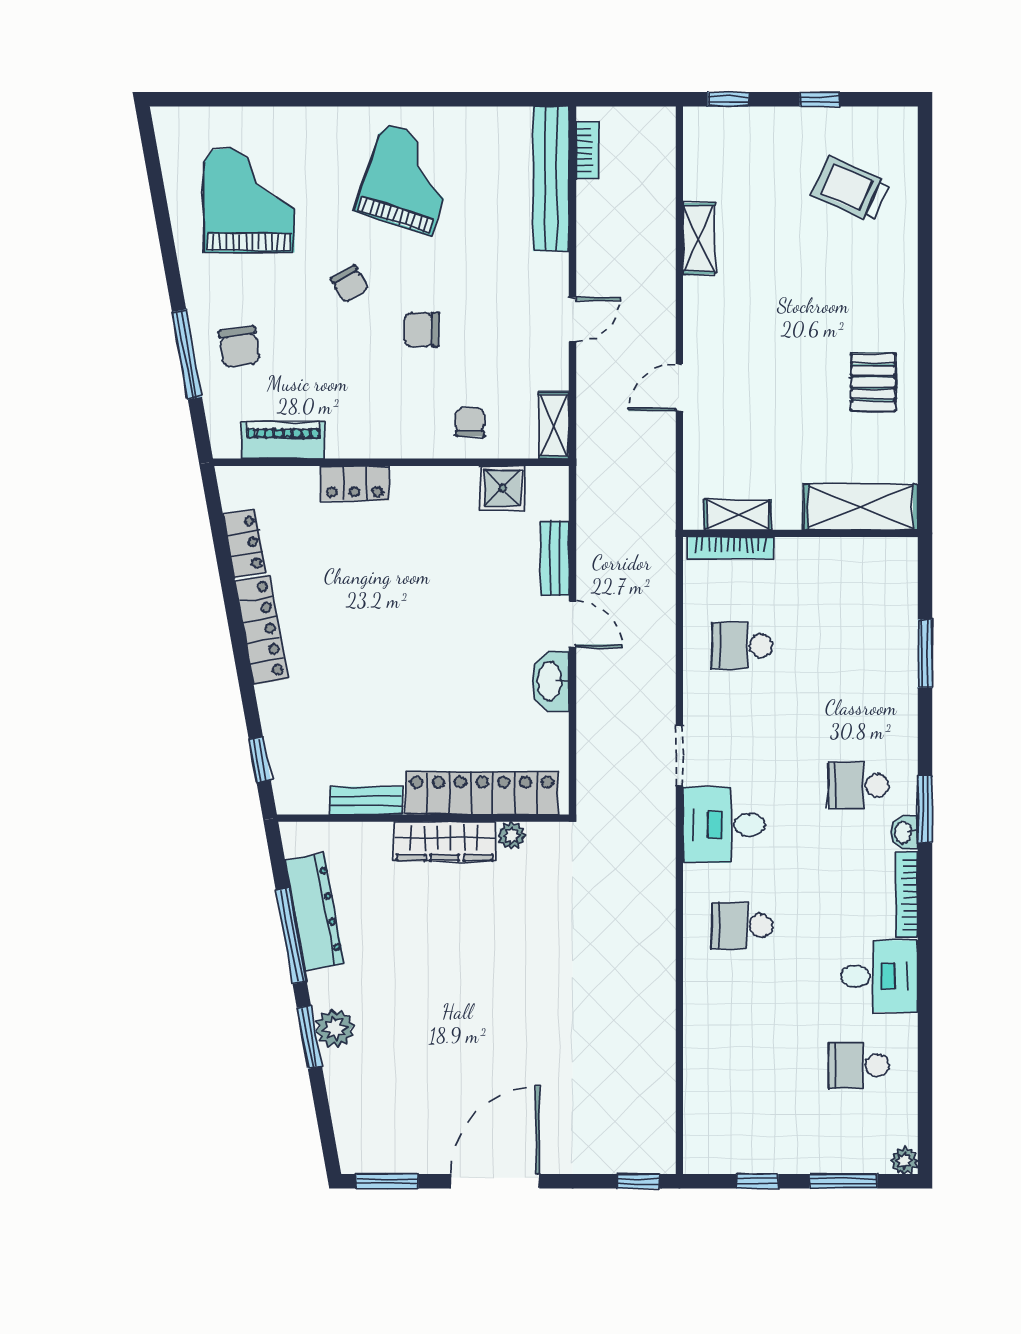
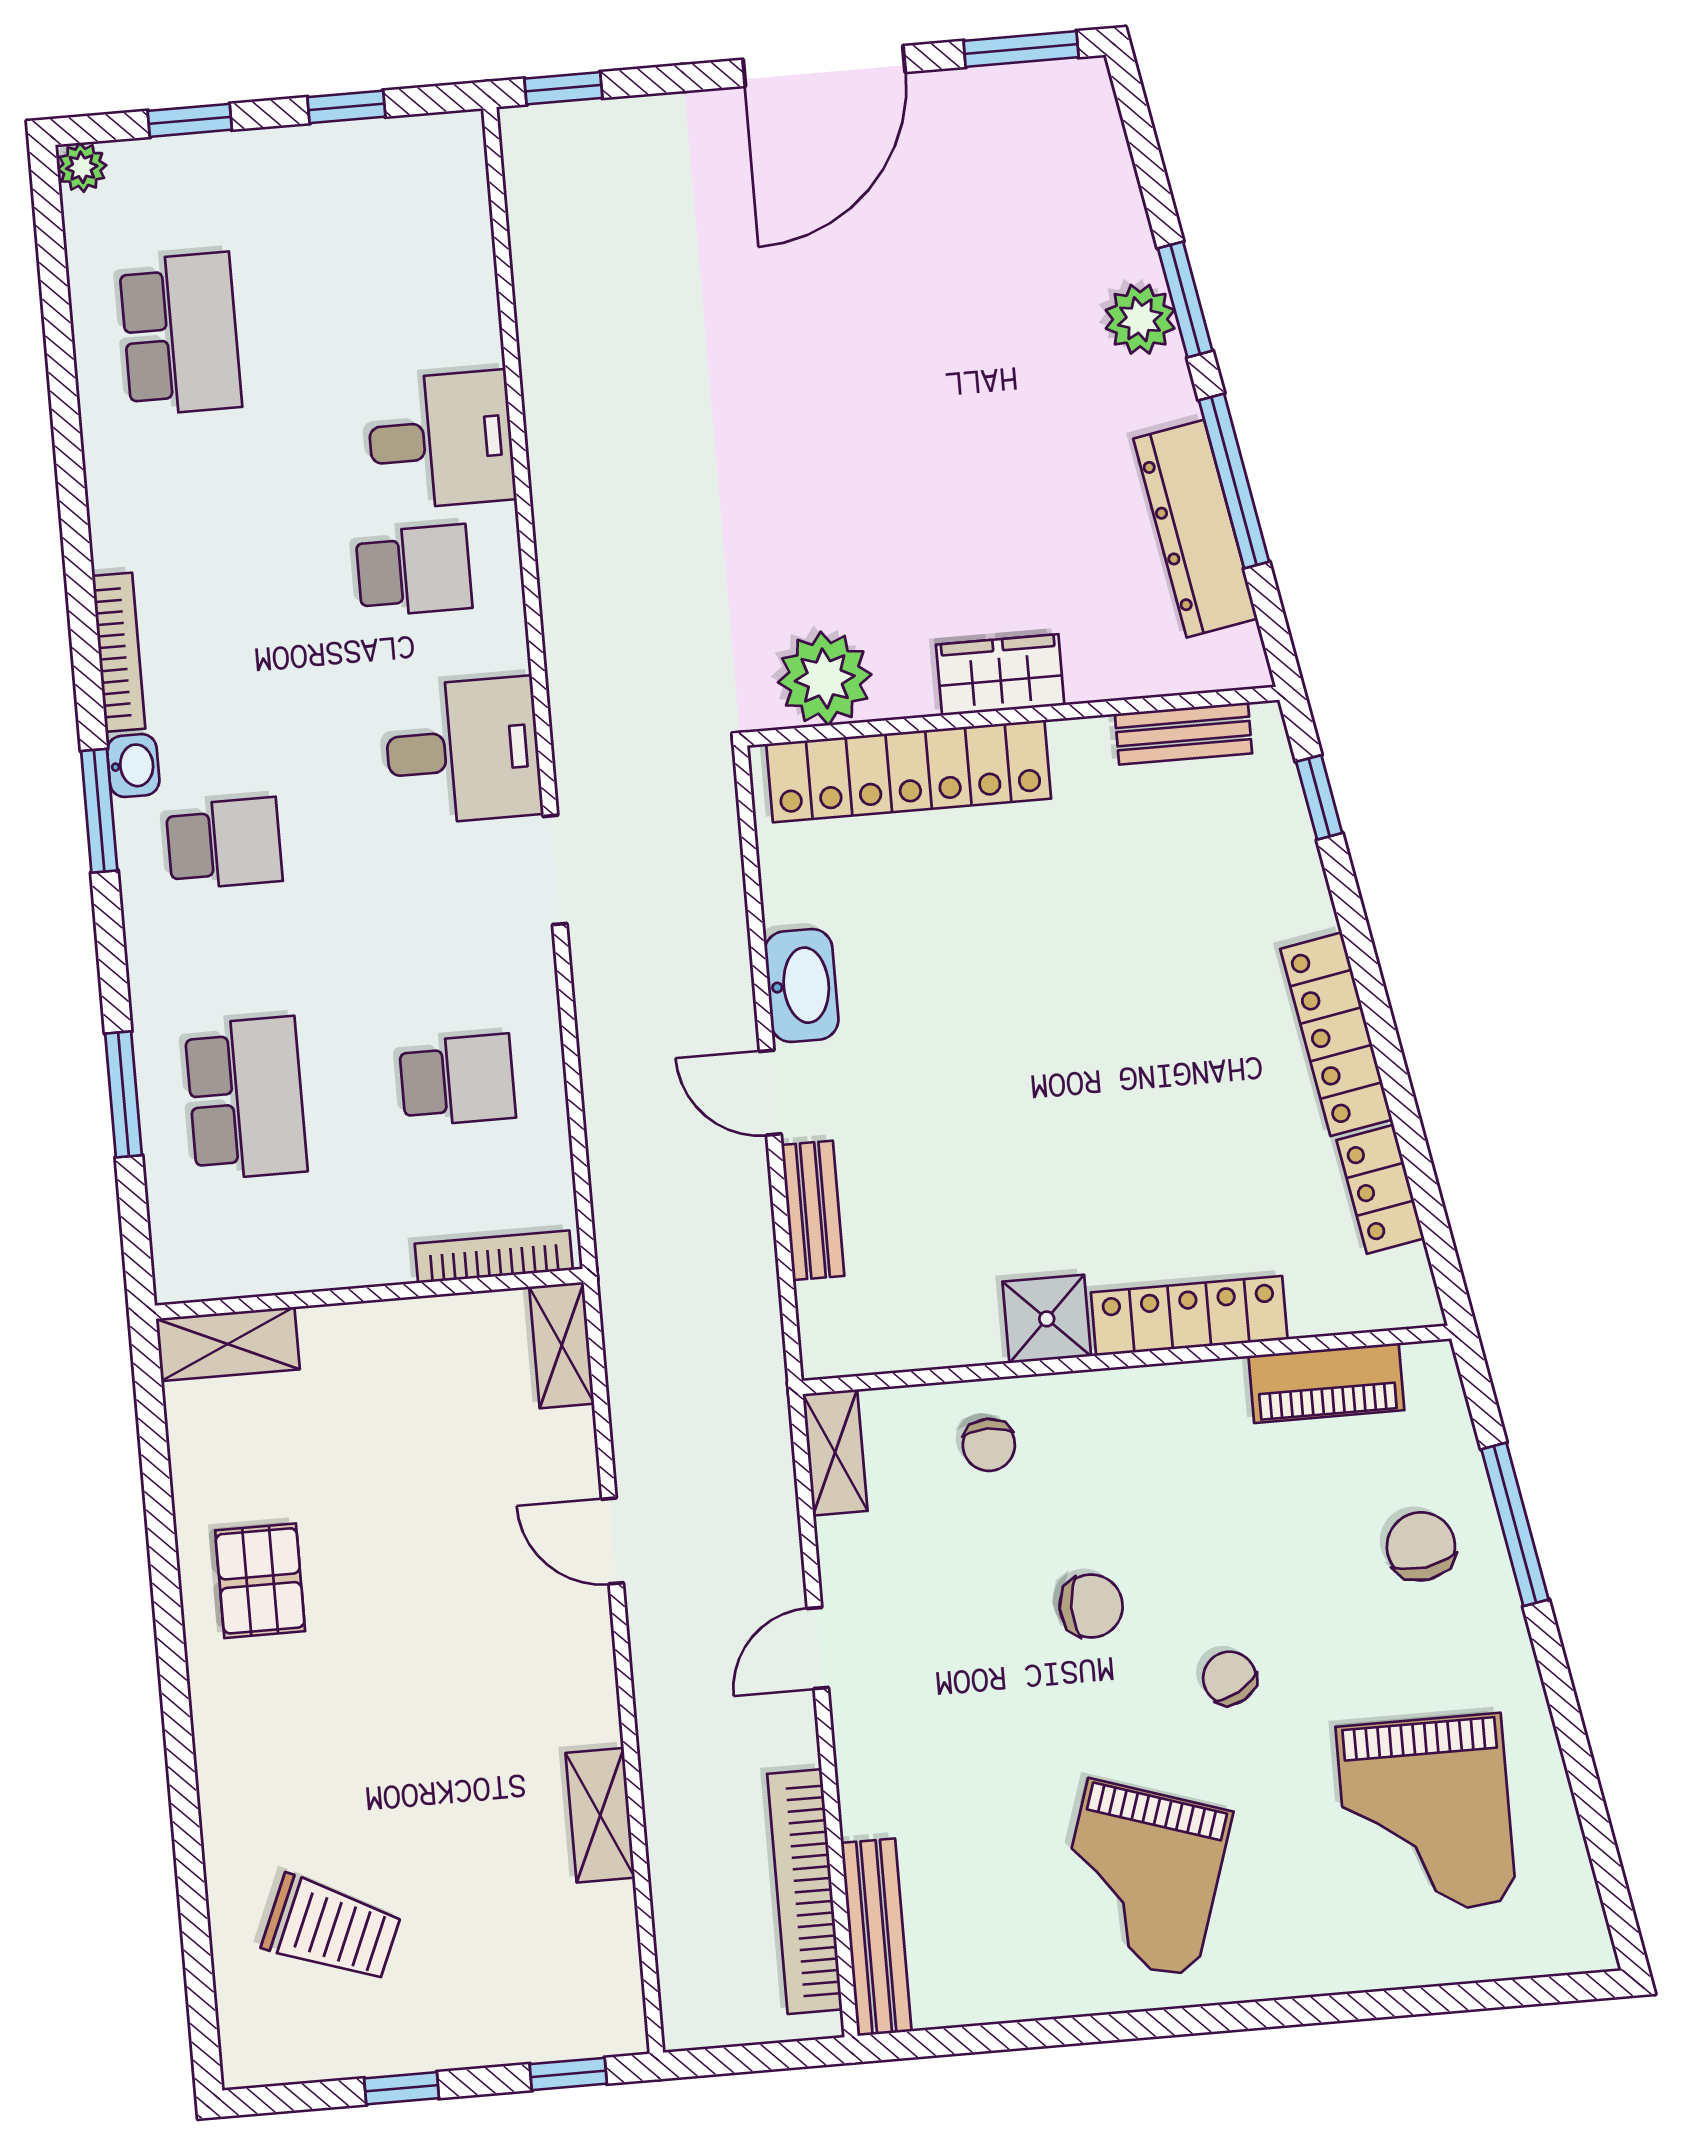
bookcase: (588, 150) -> (805, 1892), width x2.31, depth x1.31
bench: (551, 179) -> (876, 1937), width x0.73, depth x0.82
door: (679, 388) -> (613, 1541), swing flipped
locker: (355, 483) -> (1189, 1316), width x1.53
shower: (502, 488) -> (1047, 1319), moved
shelving: (861, 507) -> (228, 1344), width x0.67, depth x0.75
shelving: (738, 515) -> (562, 1345), moved, turned 90
school desk: (858, 646) -> (246, 1098), added
bench: (366, 801) -> (1183, 734), moved
plant: (511, 835) -> (825, 678), width x1.88, depth x1.88
wardrobe: (445, 841) -> (1000, 675), width x0.67
desk: (879, 976) -> (441, 440), moved, turned 180
school desk: (858, 1065) -> (180, 334), width x1.85
window: (843, 1181) -> (190, 120), width x0.67

